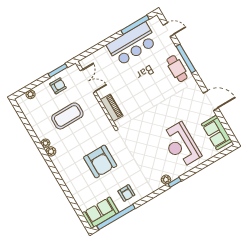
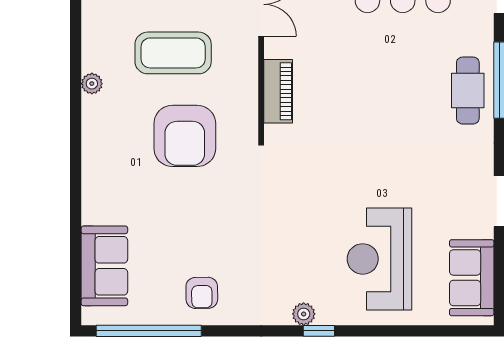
plant: (51, 151) -> (93, 108), removed
armchair: (100, 162) -> (185, 136), moved
sofa: (100, 213) -> (104, 266), moved, turned 90

